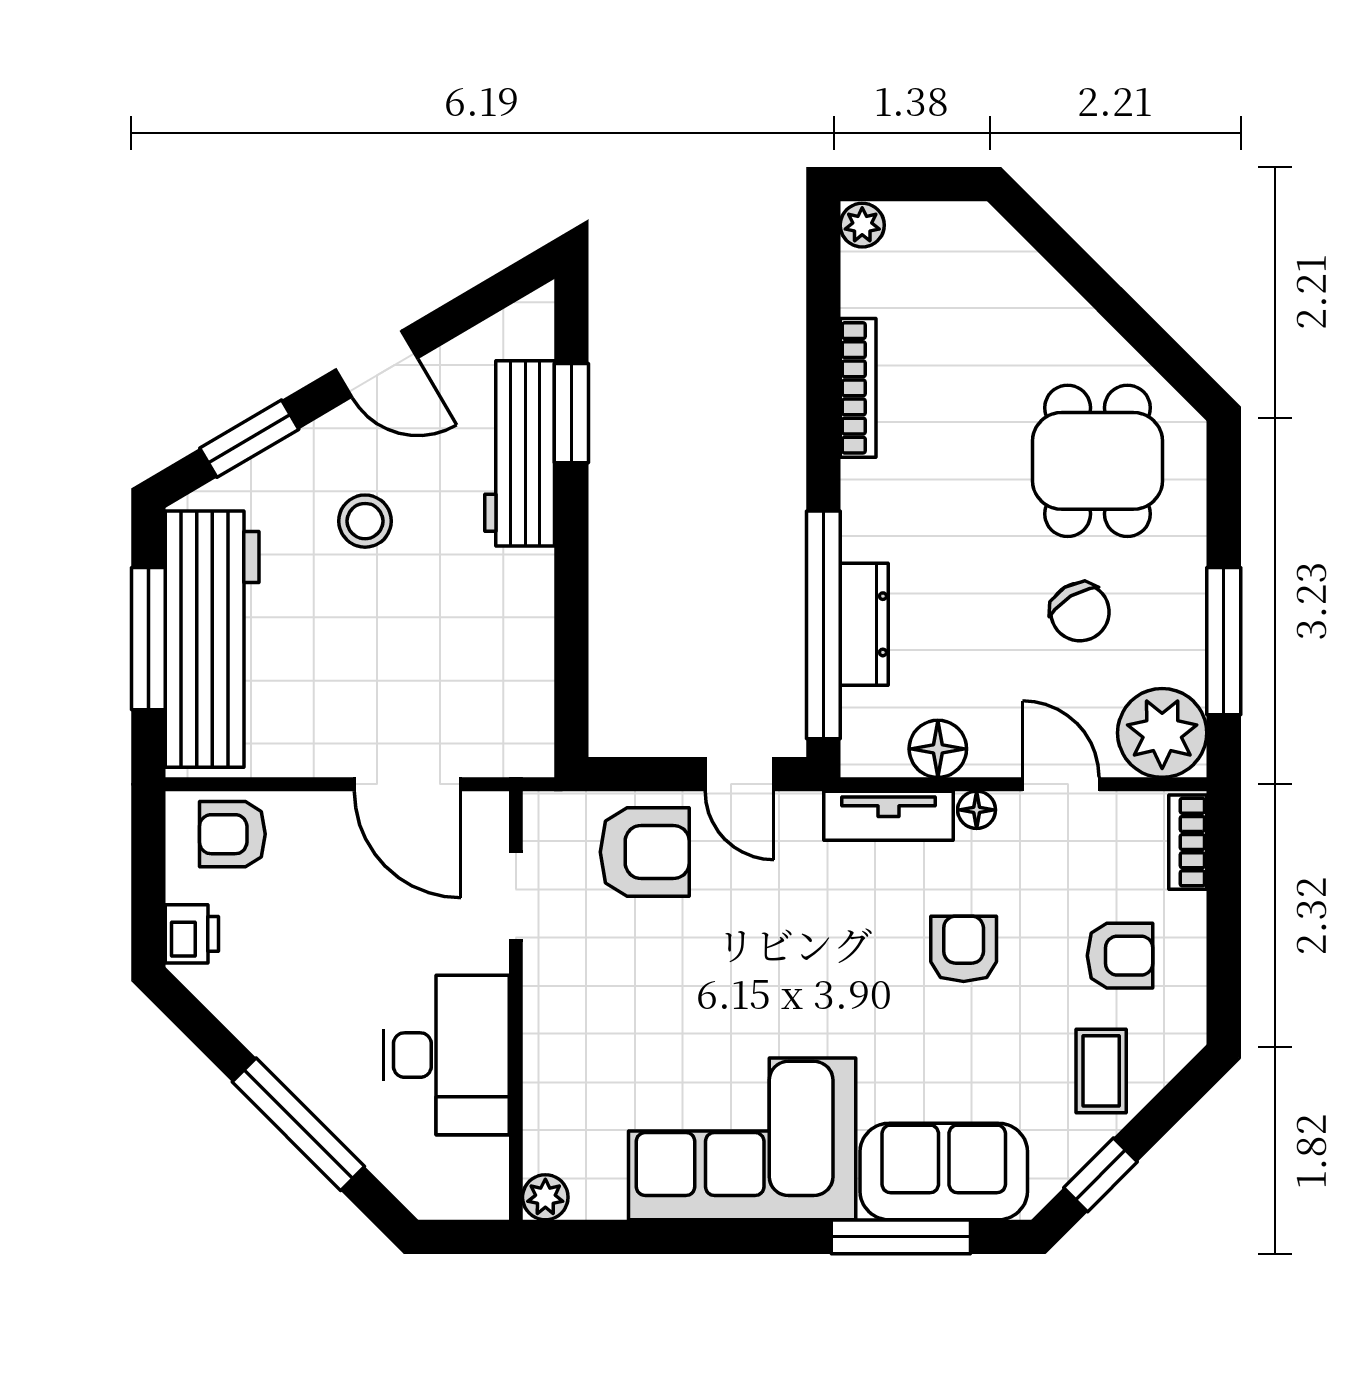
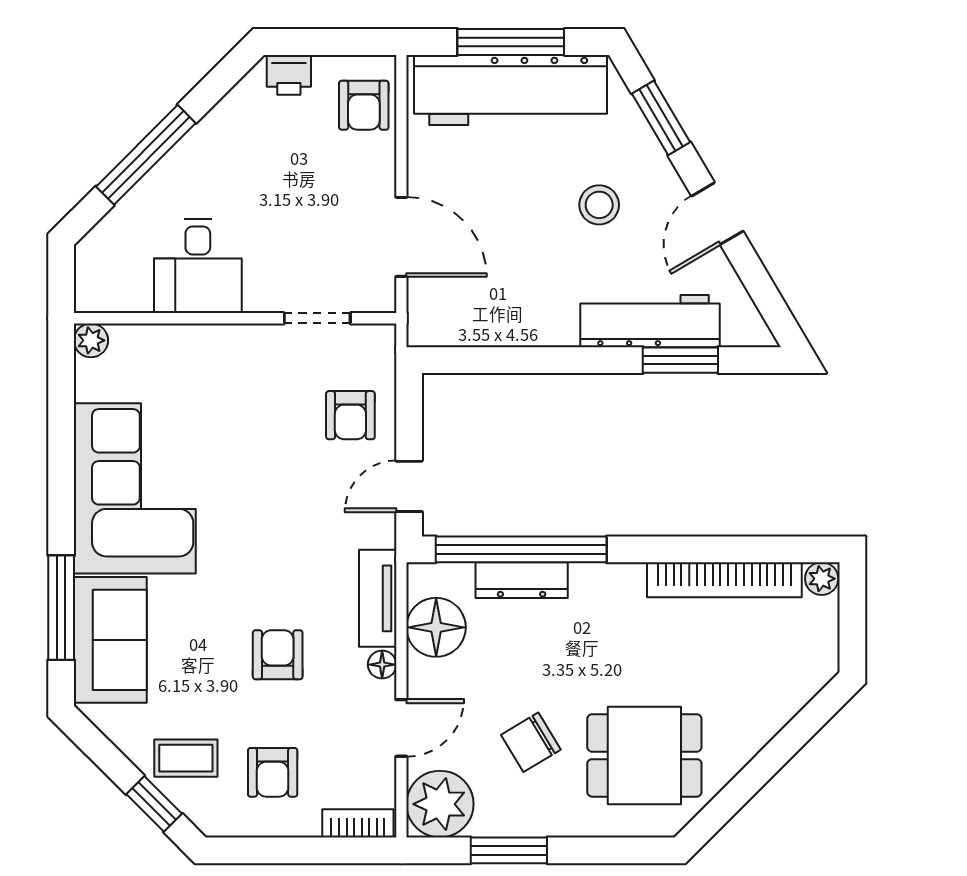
bookcase: (858, 388) -> (724, 580), width x1.48, depth x1.31
window: (1224, 641) -> (509, 850), width x0.69
floor lamp: (938, 749) -> (436, 627), width x1.38, depth x1.38
door: (408, 784) -> (401, 237), swing flipped
armchair: (232, 834) -> (364, 105), turned 180
armchair: (645, 852) -> (350, 415), width x0.72, depth x0.72
armchair: (964, 949) -> (278, 655), turned -90
desk: (446, 1055) -> (198, 266), width x0.73
window: (1101, 1175) -> (154, 804), moved

